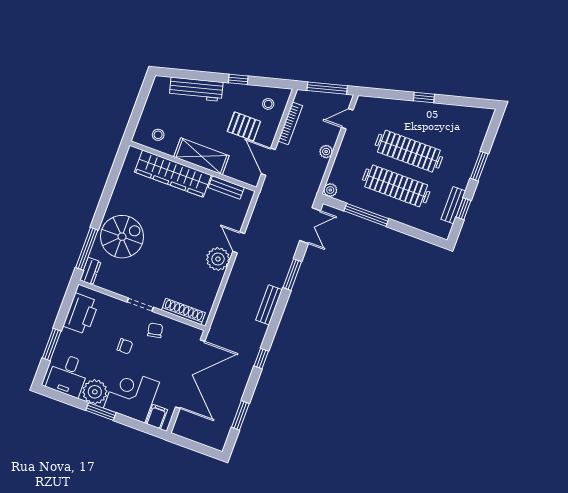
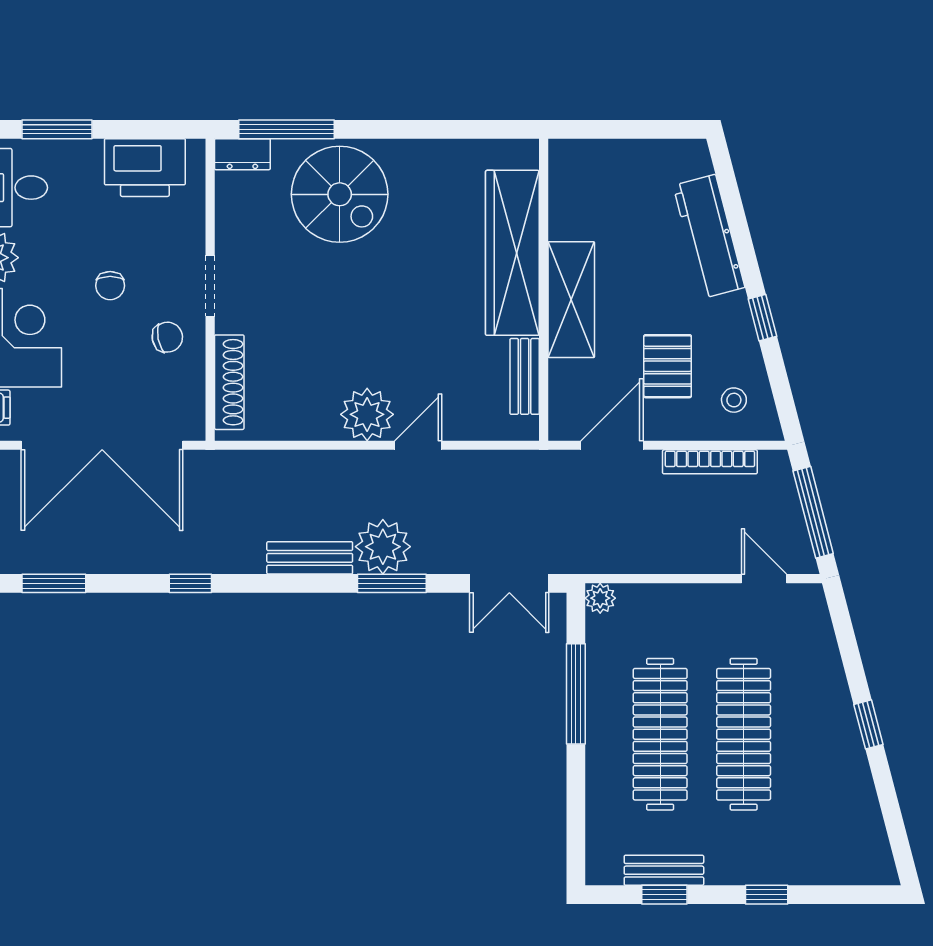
stool: (158, 135) -> (583, 191), removed
plant: (326, 152) -> (383, 547), moved, width x1.88, depth x1.88
window: (479, 166) -> (767, 895), width x0.67

